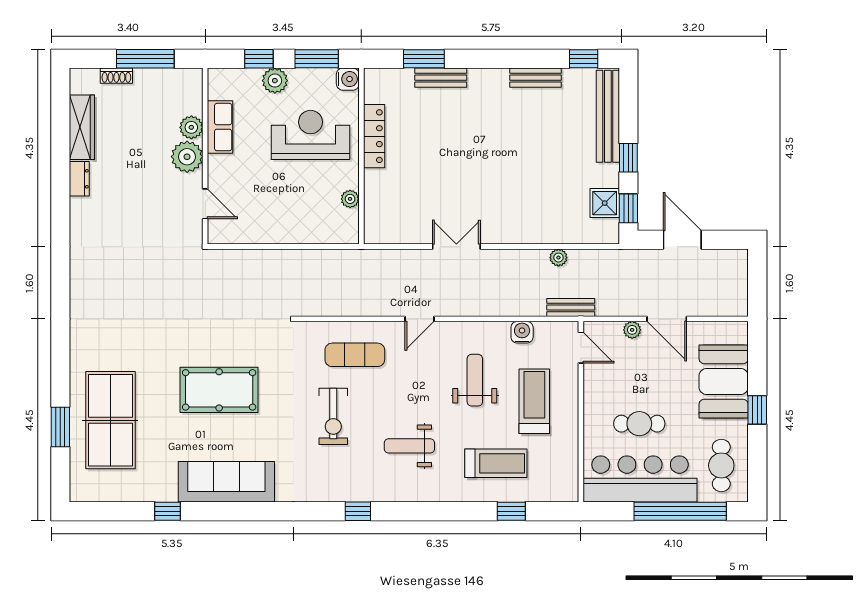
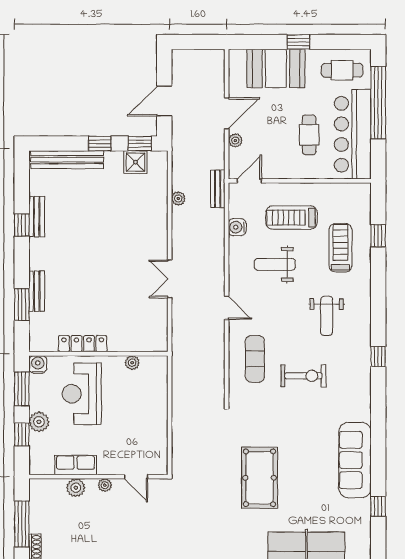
window: (584, 59) -> (22, 225), moved
plant: (187, 157) -> (105, 485), width x0.53, depth x0.53
door: (205, 204) -> (136, 477), swing flipped
pool table: (219, 390) -> (260, 478), moved

